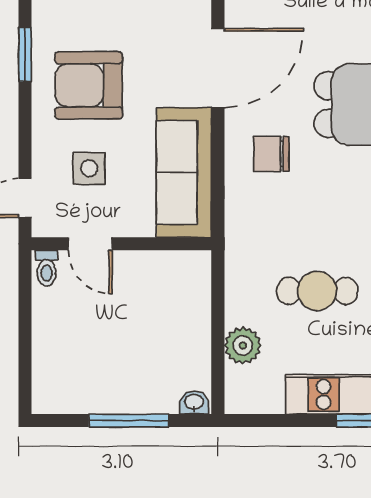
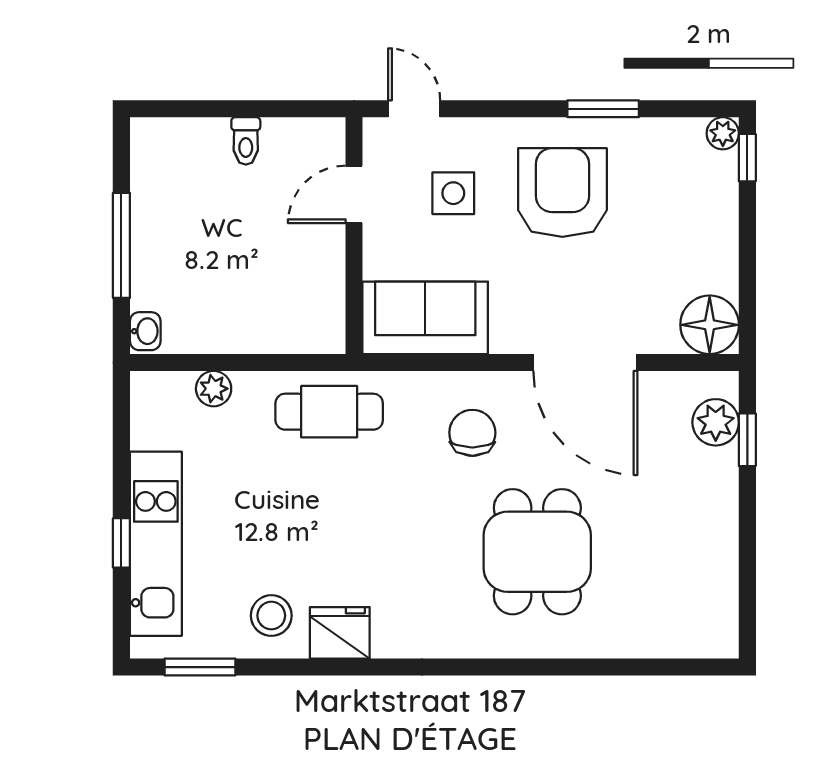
sofa: (184, 173) -> (425, 318), width x0.73
toilet: (46, 268) -> (246, 141), moved, turned -90
cafe table: (317, 291) -> (329, 412), moved, turned 90
plant: (243, 346) -> (214, 389), width x0.73, depth x0.73

